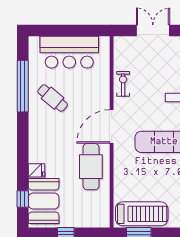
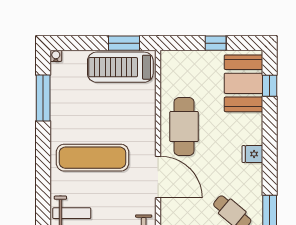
door: (112, 126) -> (158, 177), hinge flipped
fridge: (36, 170) -> (252, 154), moved

